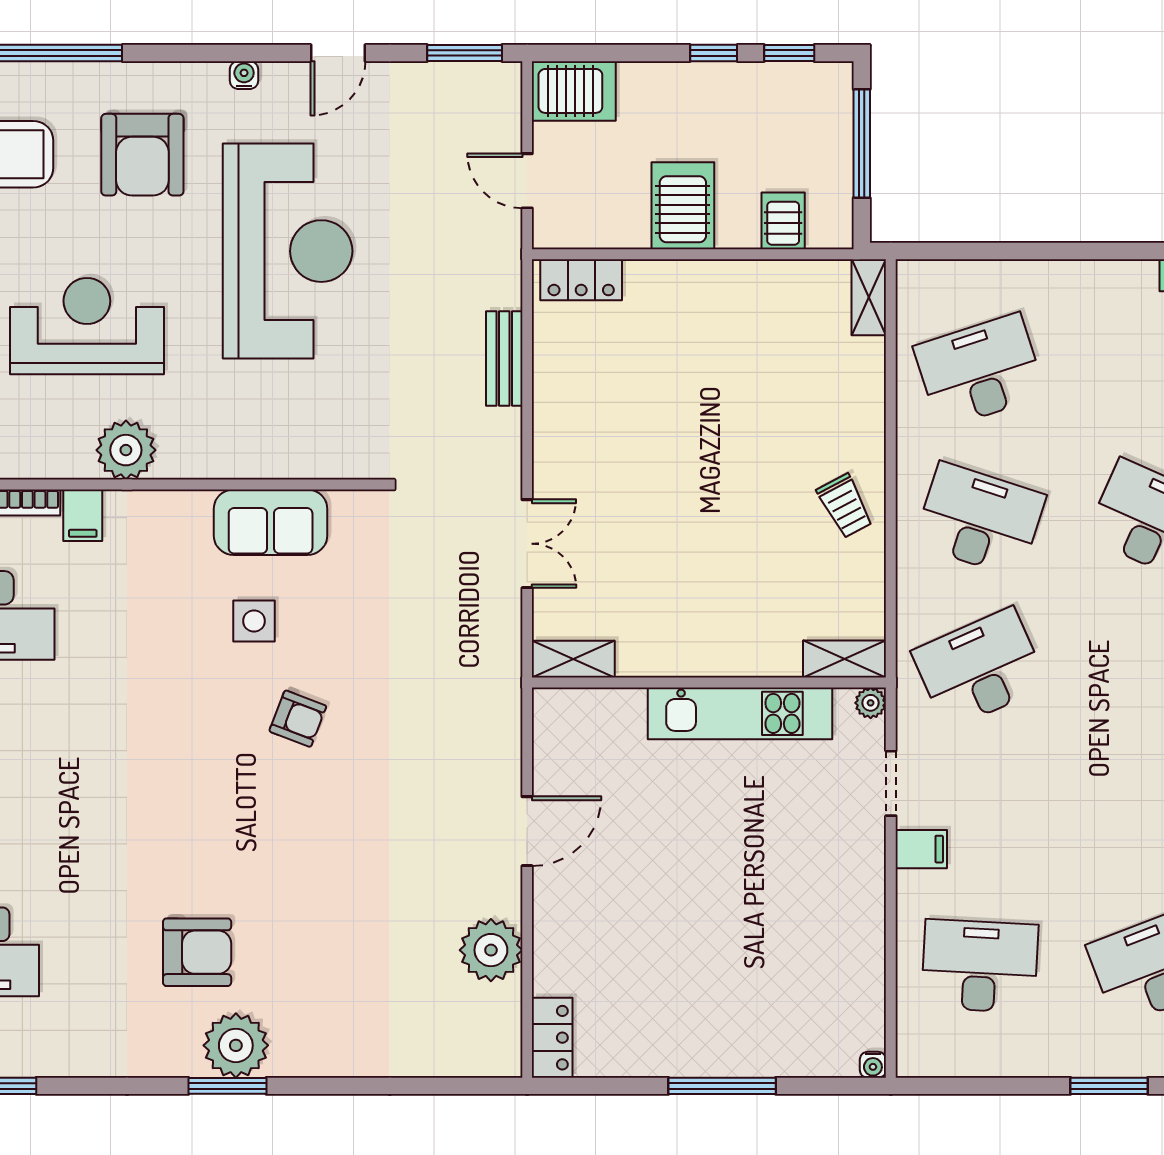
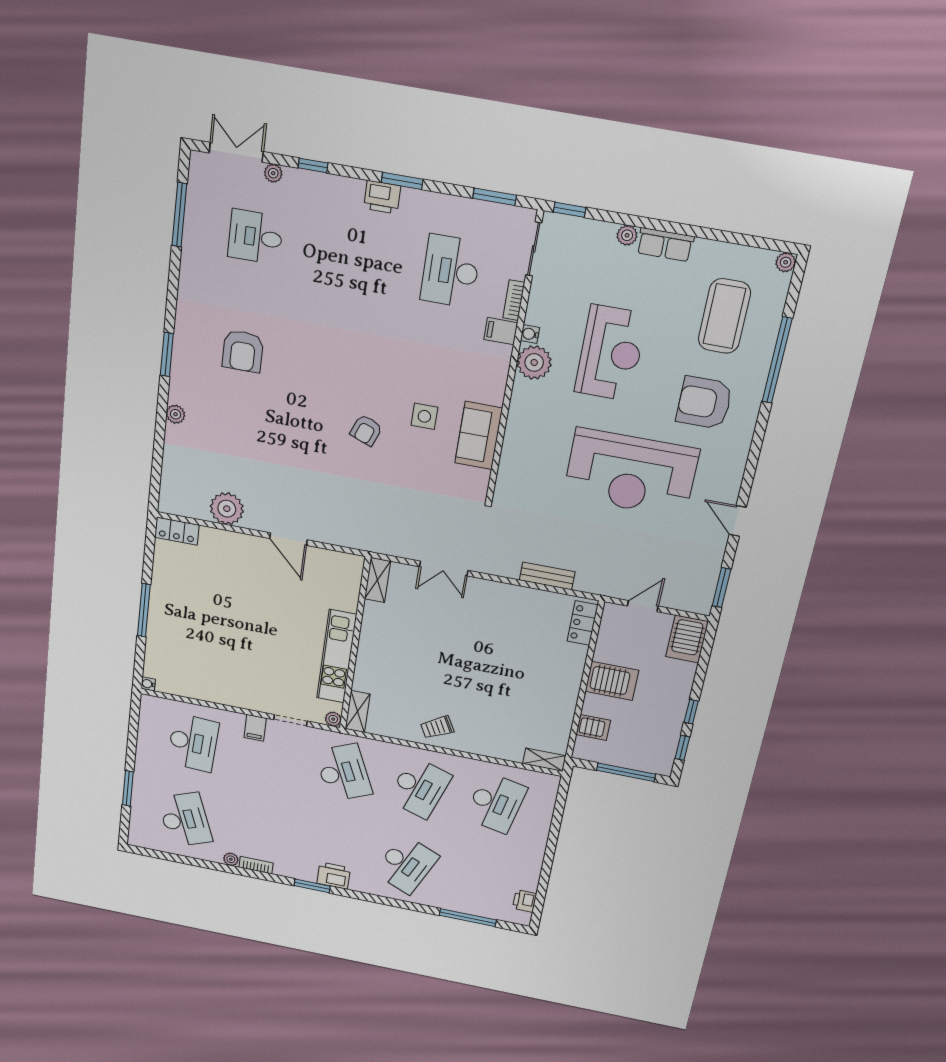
water cooler: (244, 75) -> (530, 334), moved, turned 180
desk: (980, 371) -> (496, 803), turned 30
plant: (236, 1045) -> (175, 414), moved, width x0.53, depth x0.53

